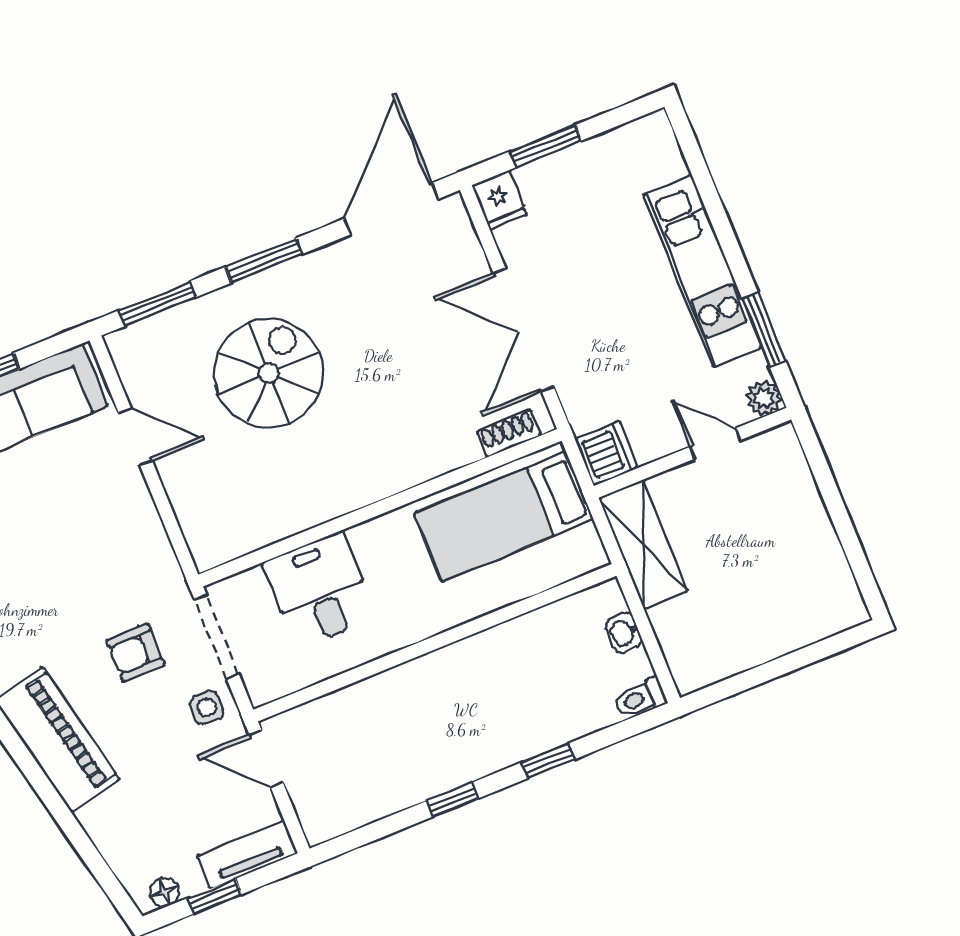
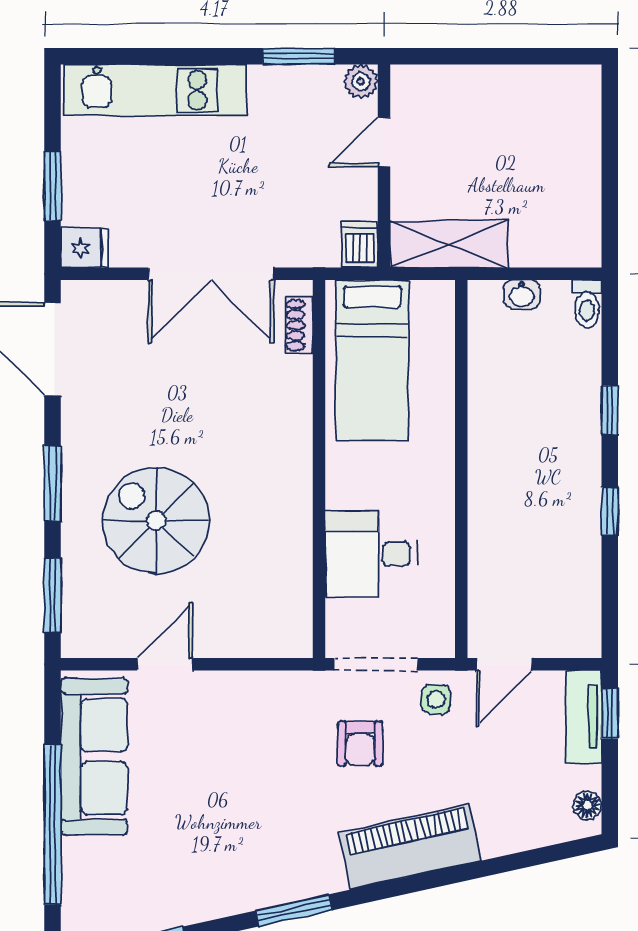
kitchen unit: (703, 271) -> (155, 90), moved
dishwasher: (606, 453) -> (360, 244), width x0.73
window: (215, 896) -> (610, 714), moved

